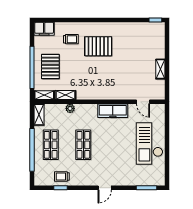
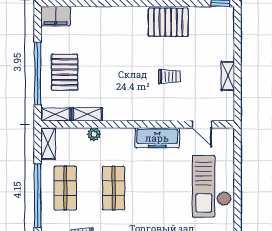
trolley: (71, 39) -> (169, 77), moved
pallet: (98, 46) -> (168, 22), moved

